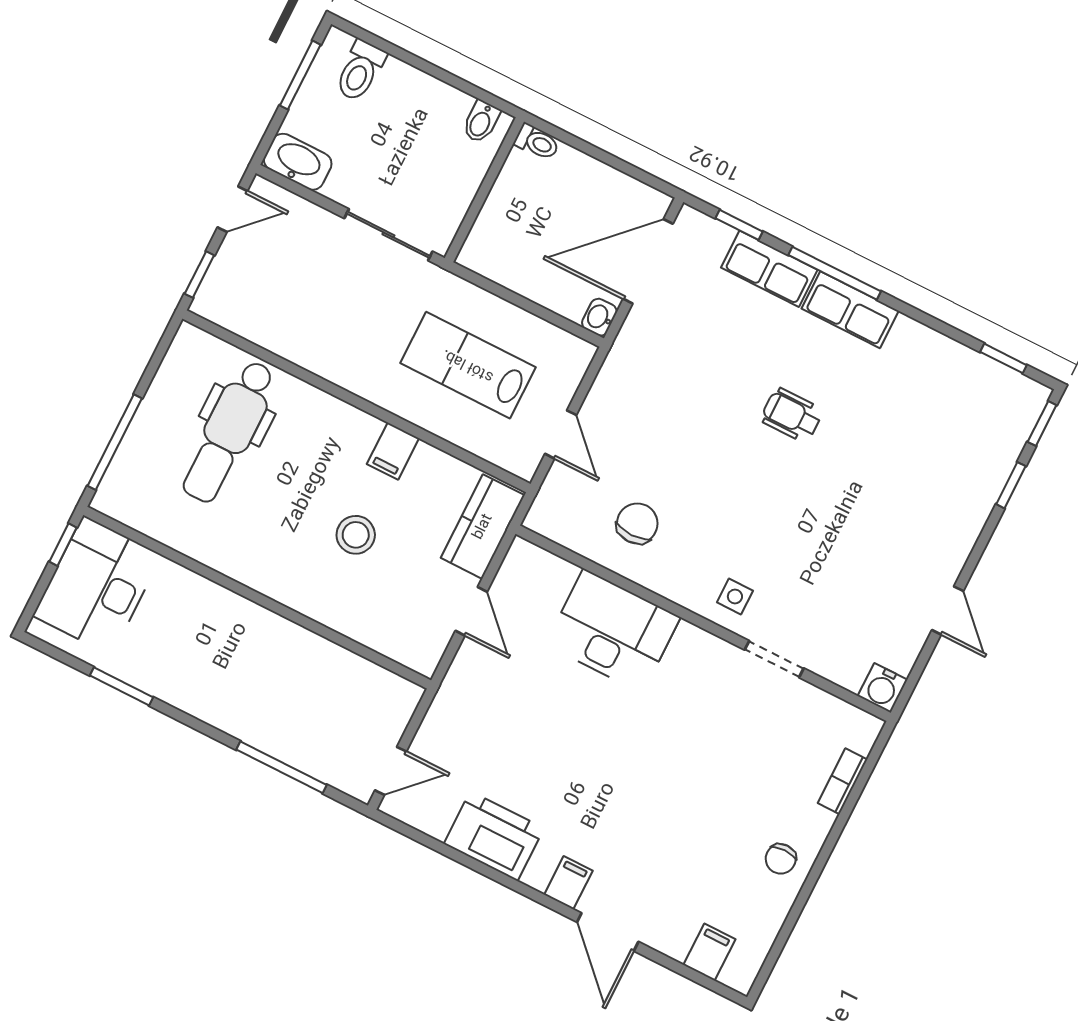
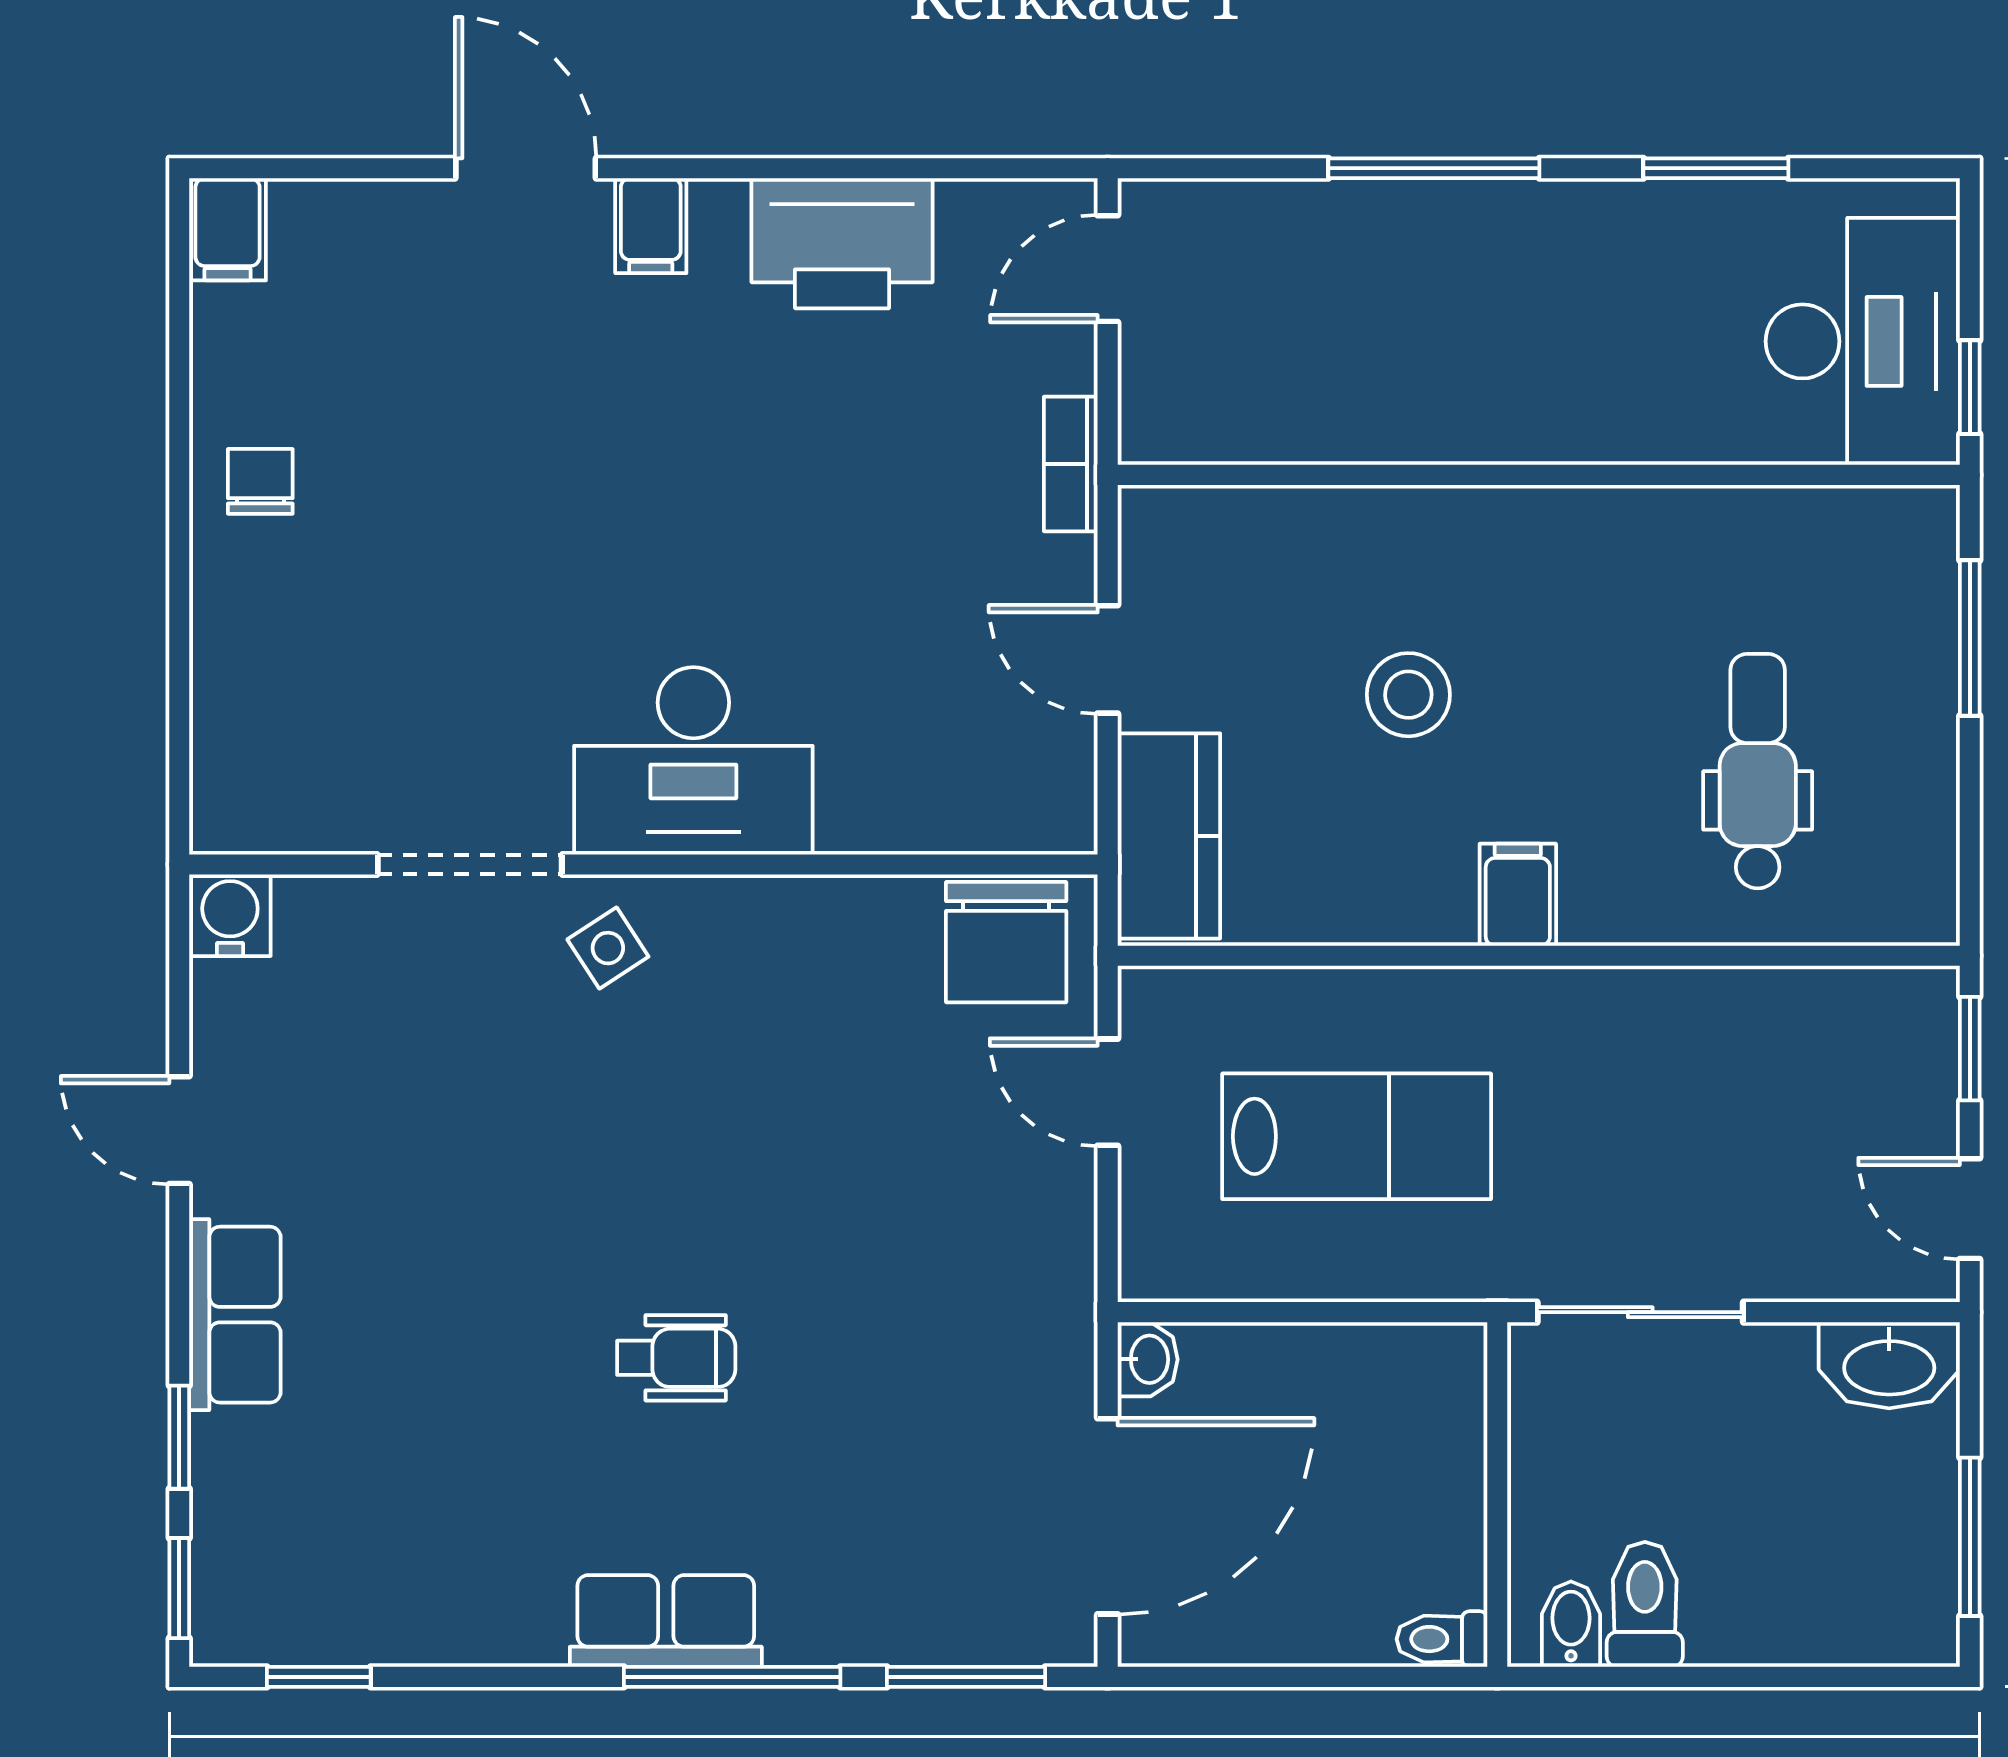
toilet: (360, 71) -> (1645, 1604), moved
door: (232, 209) -> (1970, 1209), hinge flipped
window: (739, 225) -> (966, 1677), width x1.50
row of seats: (769, 269) -> (235, 1315), moved, turned 90
dental chair: (229, 432) -> (1758, 771), width x0.73, depth x0.72
window: (115, 442) -> (1970, 638), width x0.69
filing cabinet: (393, 451) -> (1518, 895), moved
chair: (637, 523) -> (1006, 942), moved, width x1.37, depth x1.37
side table: (735, 597) -> (608, 948), turned -33
desk: (613, 631) -> (693, 761), moved
doorway: (774, 659) -> (470, 865), width x1.38
window: (281, 767) -> (1434, 168), moved
bookcase: (843, 781) -> (1071, 464), moved, turned 180
filing cabinet: (709, 952) -> (228, 229), moved

